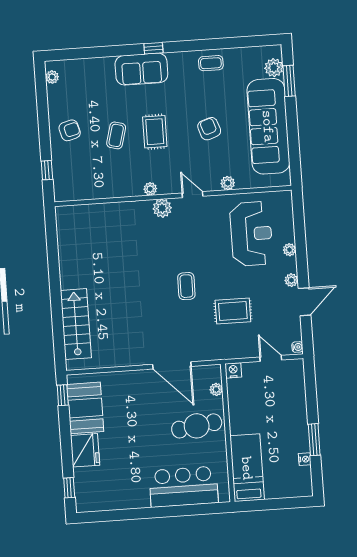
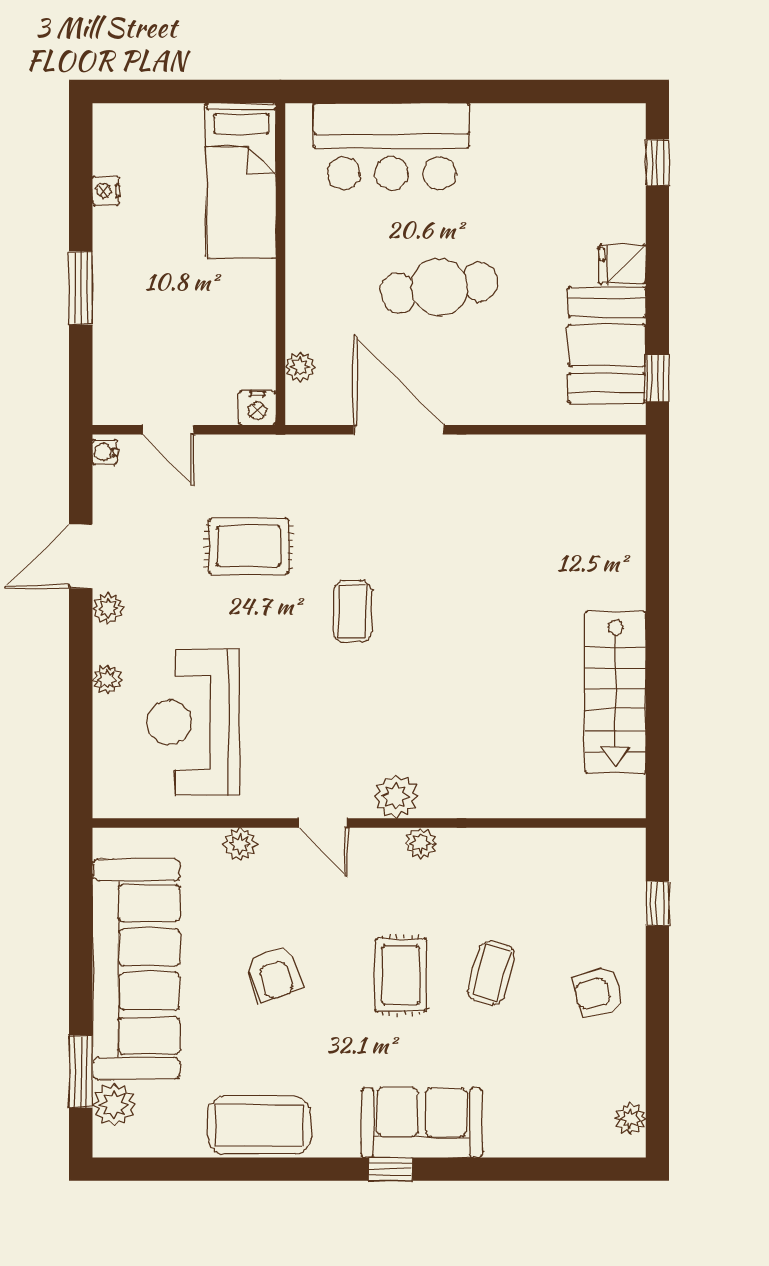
coffee table: (211, 63) -> (259, 1125), width x1.86, depth x1.72
stairs: (76, 324) -> (615, 692), moved
cafe table: (197, 426) -> (439, 287), moved
window: (314, 440) -> (81, 288), moved
fridge: (85, 450) -> (622, 264), width x0.53, depth x0.75

